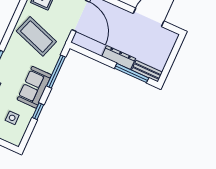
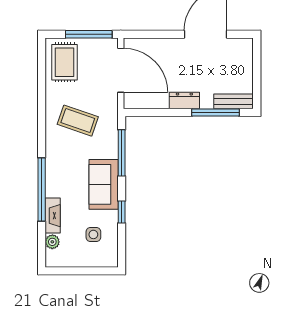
coffee table: (36, 36) -> (78, 121), width x0.73, depth x0.76
dresser: (119, 57) -> (184, 101), width x0.70

